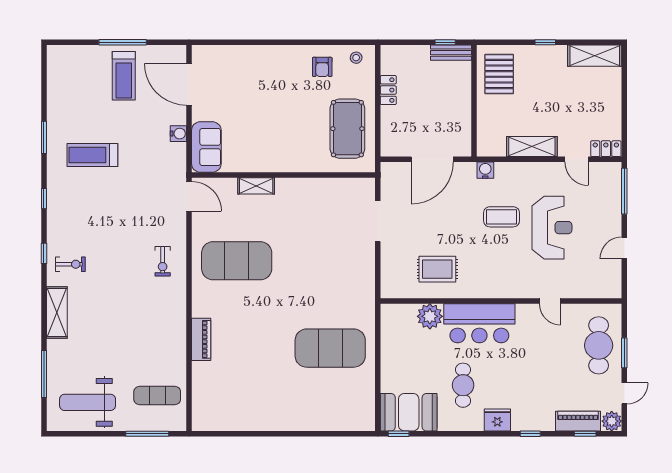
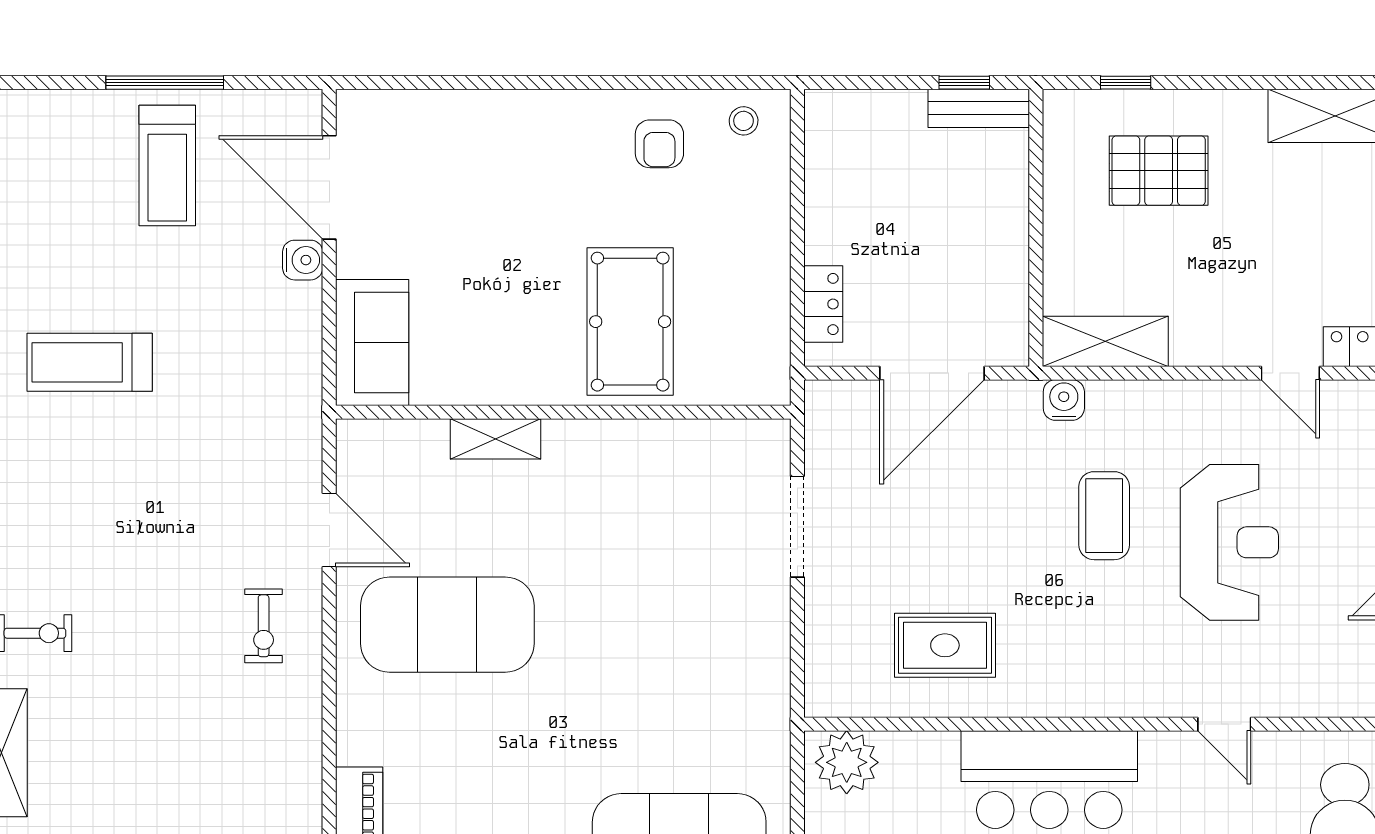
window: (545, 42) -> (1126, 83), moved
pallet: (499, 74) -> (1159, 171), moved, turned 90
locker: (388, 90) -> (823, 304), moved
pool table: (347, 129) -> (630, 322), moved
water cooler: (178, 134) -> (303, 260), moved
shelving: (532, 147) -> (1105, 341), moved
door: (189, 196) -> (329, 530), moved
coffee table: (502, 217) -> (1104, 516), turned 90
plant: (430, 316) -> (847, 762), moved

